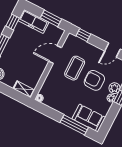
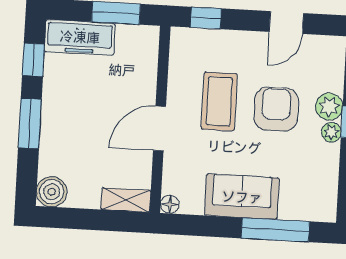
door: (55, 54) -> (160, 128), moved
armchair: (94, 80) -> (276, 109), turned 90
sofa: (89, 118) -> (242, 197), moved

